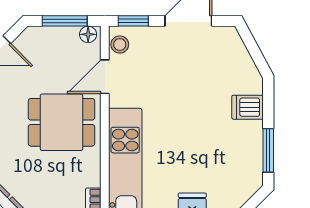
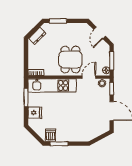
door: (105, 77) -> (89, 77), hinge flipped
dishwasher: (248, 107) -> (51, 135), moved

